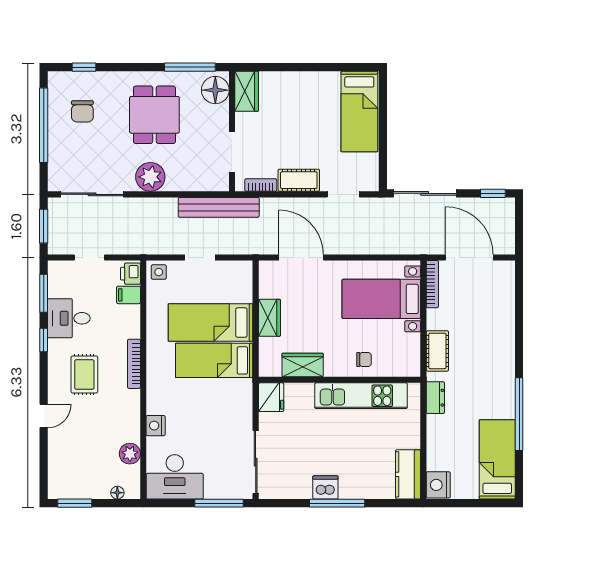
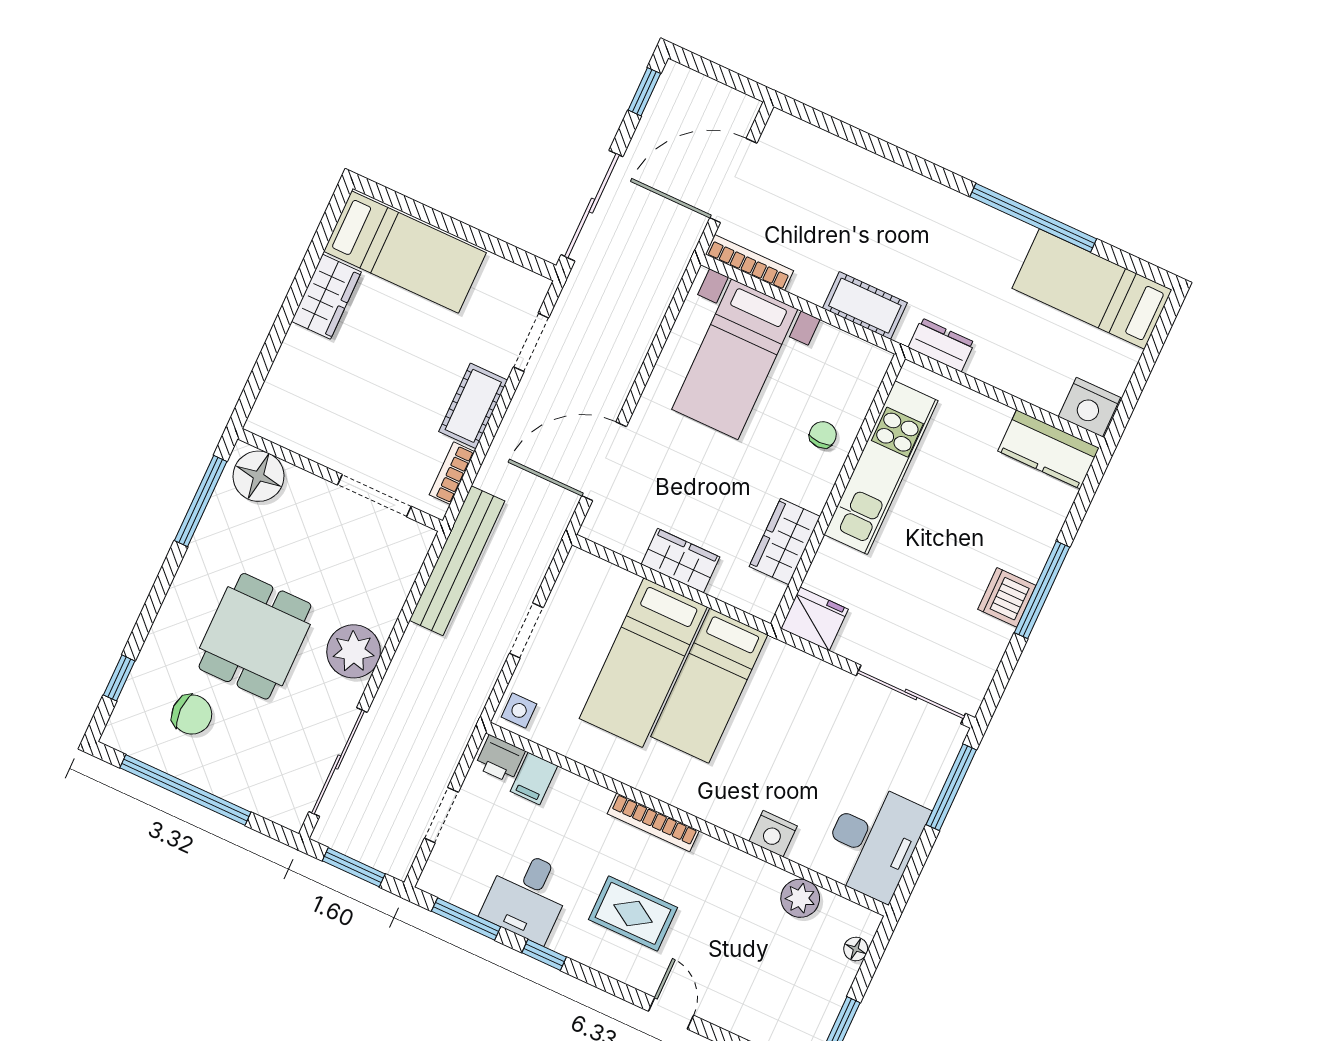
wardrobe: (247, 91) -> (326, 297), moved, turned 90
dining table: (154, 115) -> (255, 636), moved, turned 90

